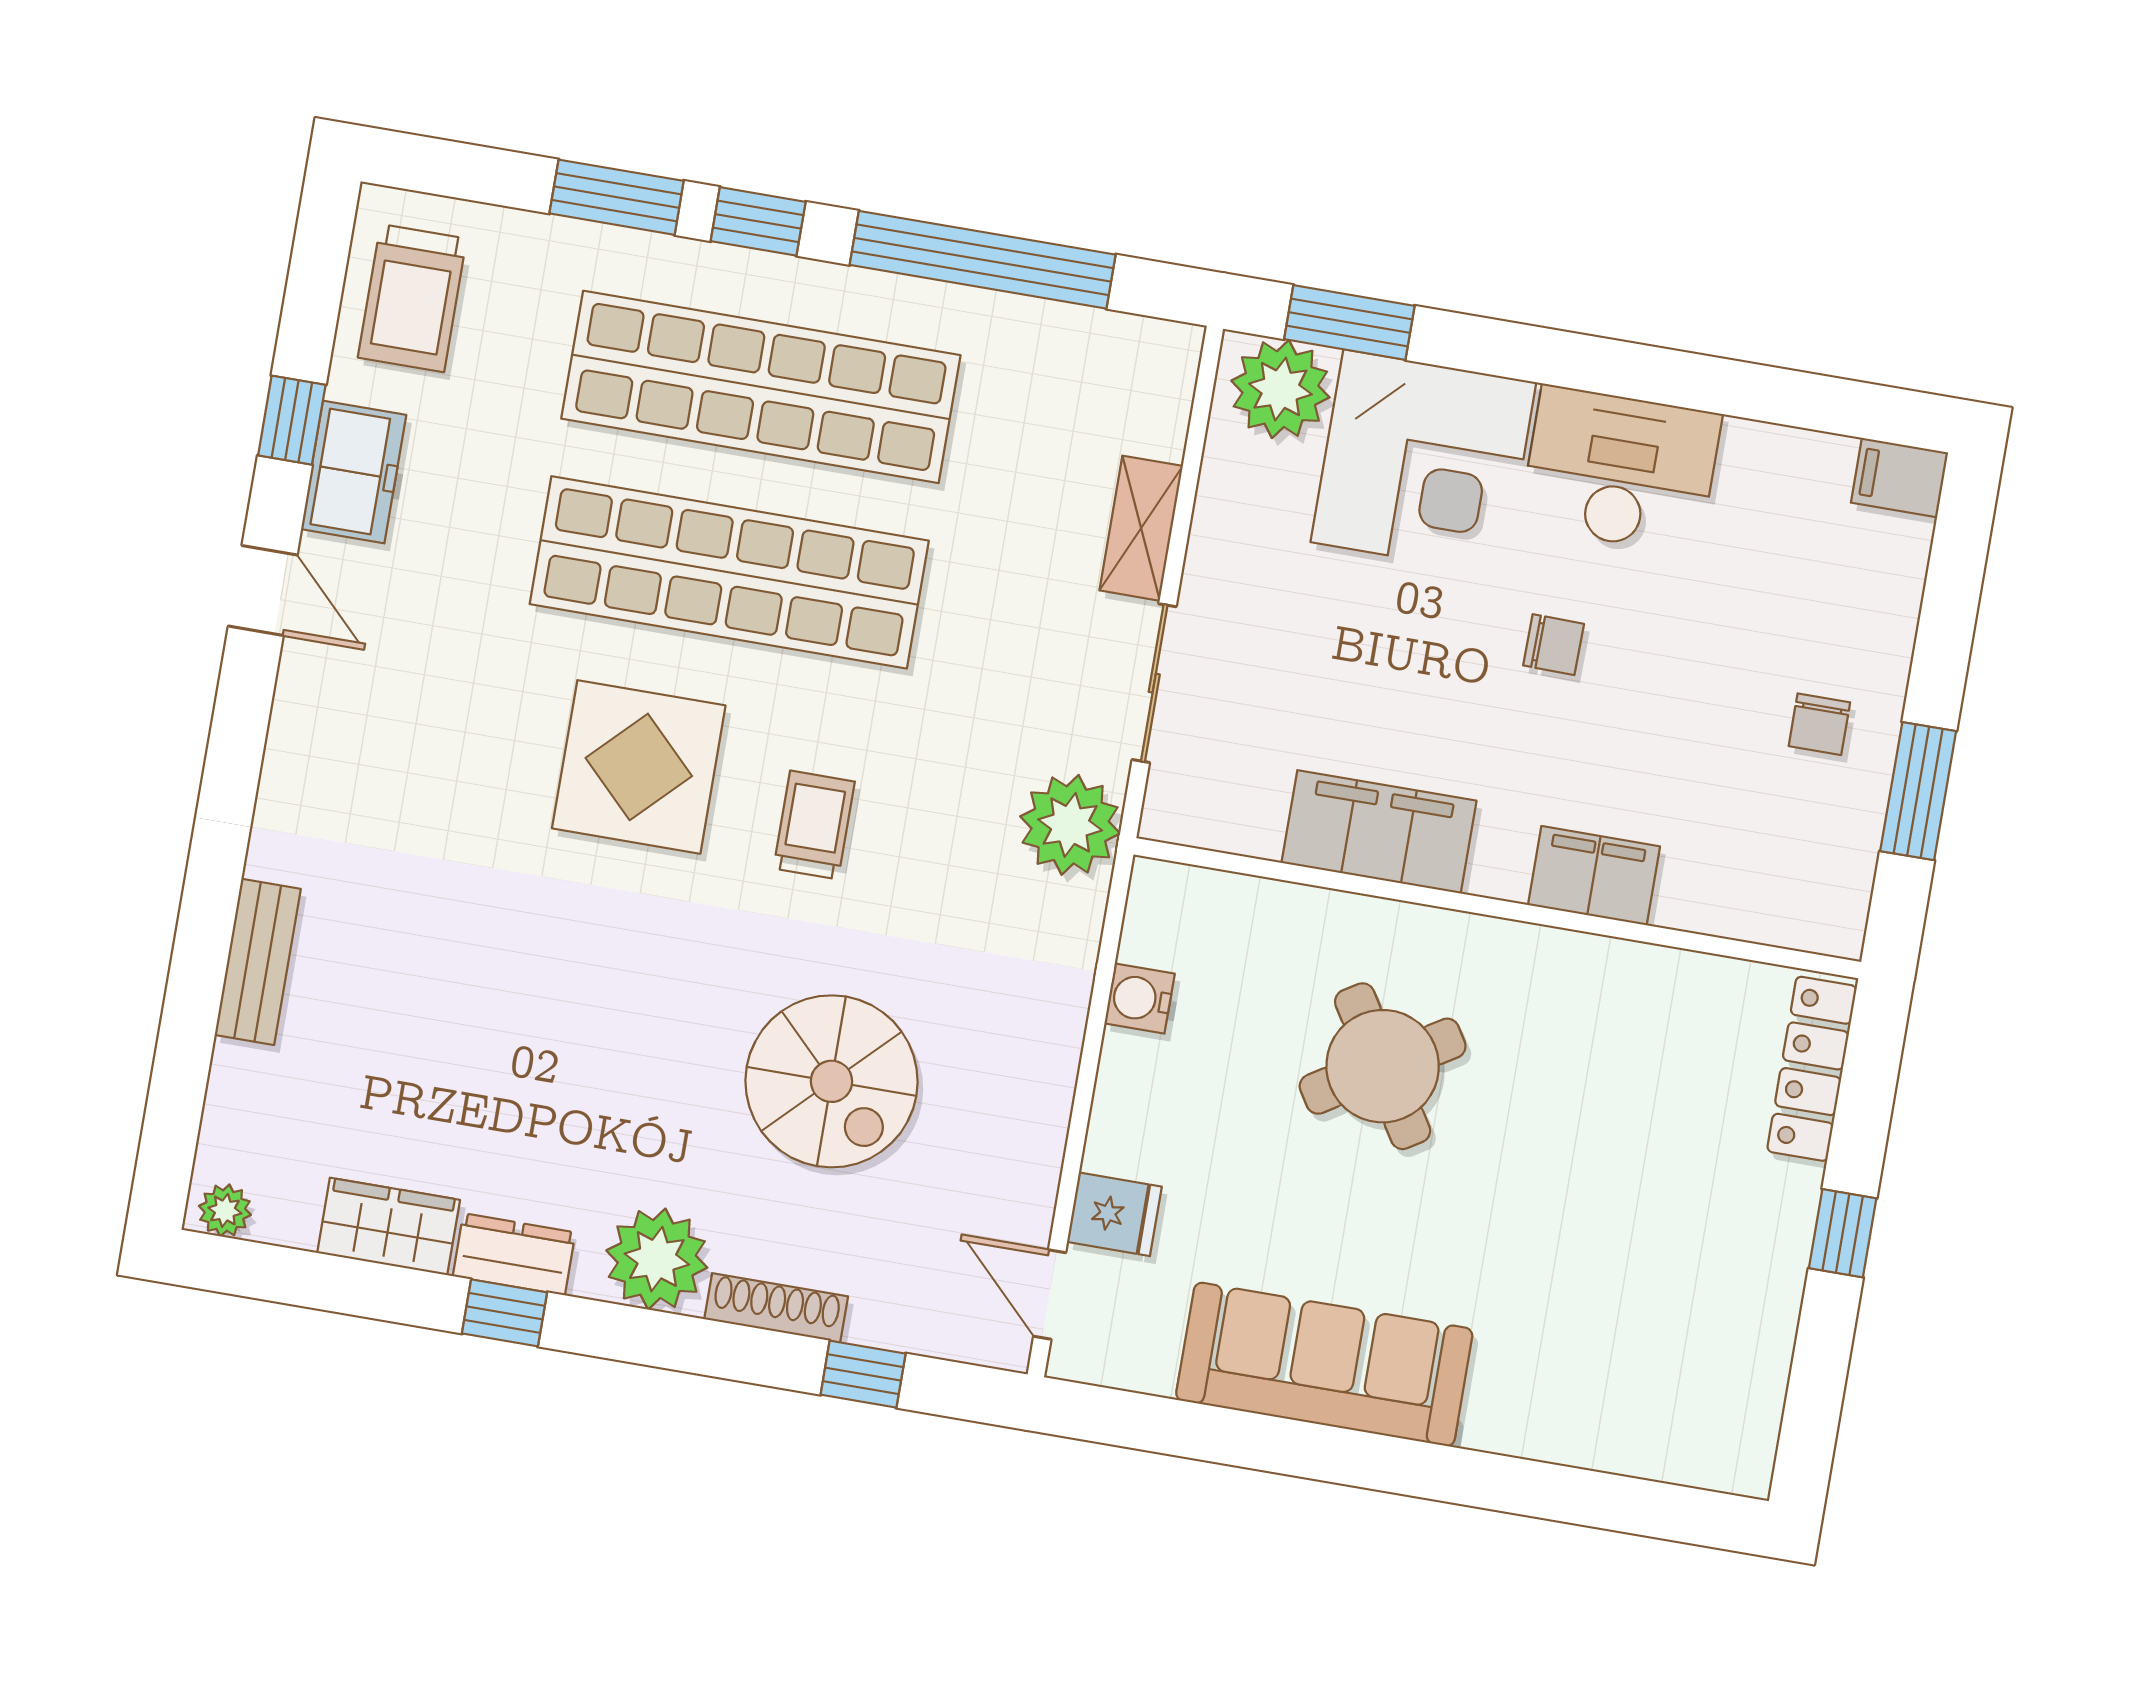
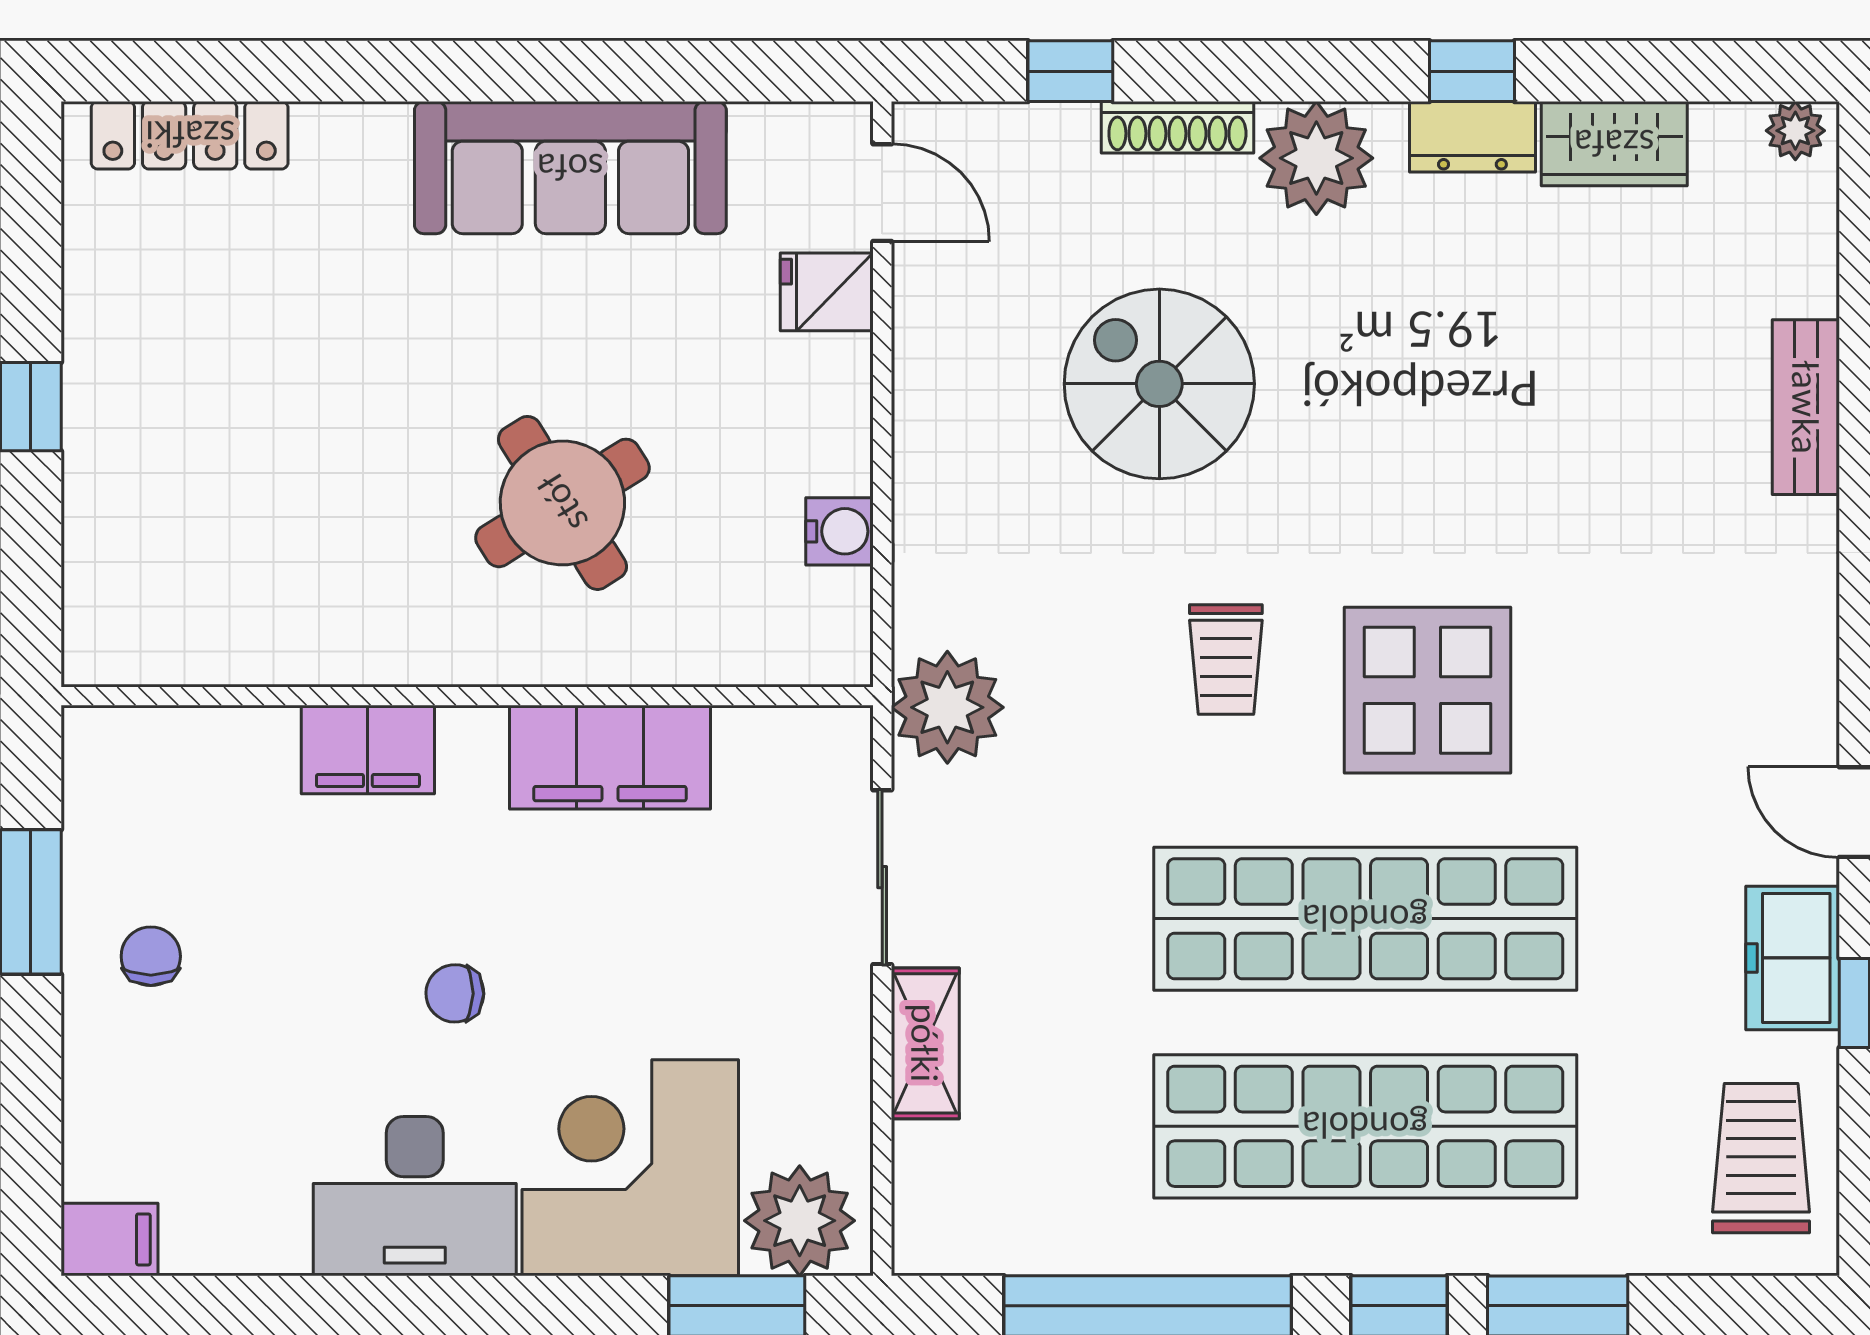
locker: (1812, 1069) -> (190, 135), moved, turned 90

